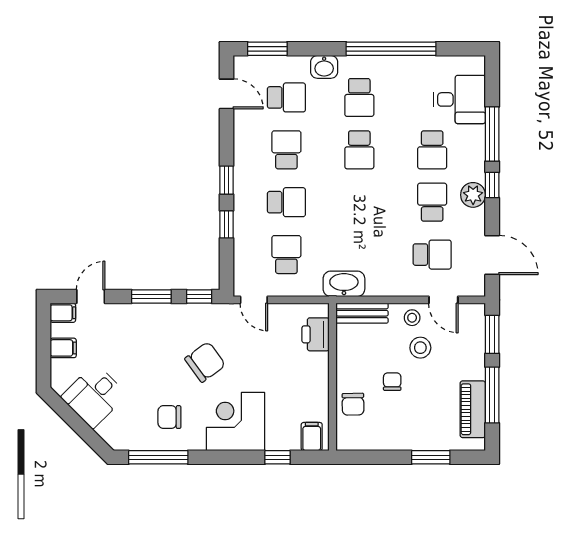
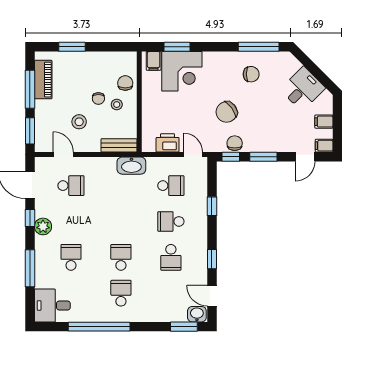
washbasin: (324, 67) -> (197, 314), moved
school desk: (286, 97) -> (171, 293), removed
desk: (459, 99) -> (52, 305), moved
window: (226, 180) -> (212, 259), moved
window: (492, 185) -> (30, 218), moved
school desk: (432, 202) -> (71, 221), removed
school desk: (286, 255) -> (171, 186), turned -90
school desk: (432, 255) -> (71, 186), turned 180
chair: (193, 316) -> (235, 143), added
stool: (412, 318) -> (117, 105), moved
printer: (316, 334) -> (168, 143), moved, turned -90
corner desk: (236, 421) -> (182, 71), moved
window: (277, 457) -> (177, 47), width x1.50

